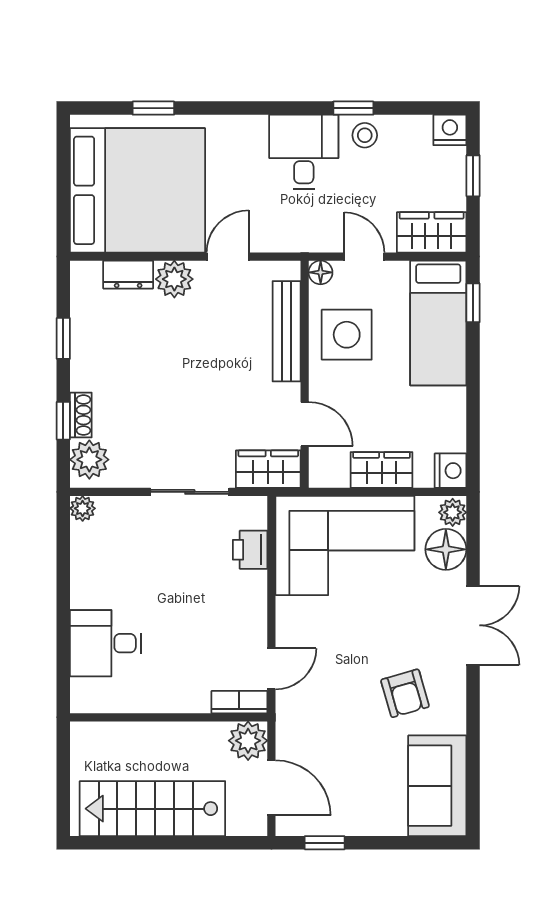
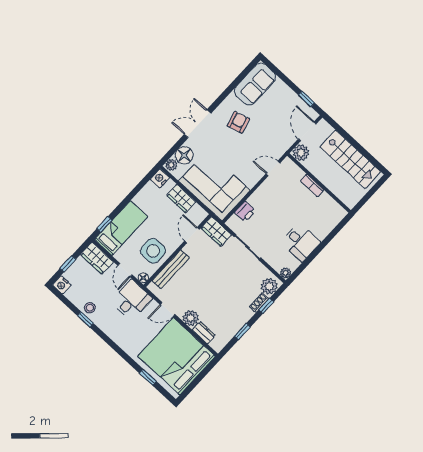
desk: (304, 152) -> (131, 300), moved, turned 180
desk: (106, 643) -> (301, 242), moved
bookcase: (239, 702) -> (312, 185), moved

